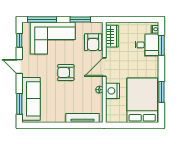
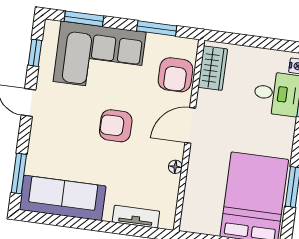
window: (42, 19) -> (84, 19), width x0.69
nightstand: (112, 91) -> (200, 173), removed
sofa: (31, 99) -> (63, 198), moved, turned -90
tv unit: (82, 118) -> (136, 217), width x0.71

